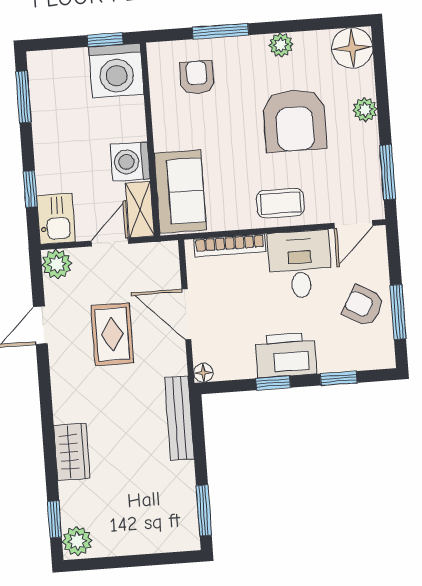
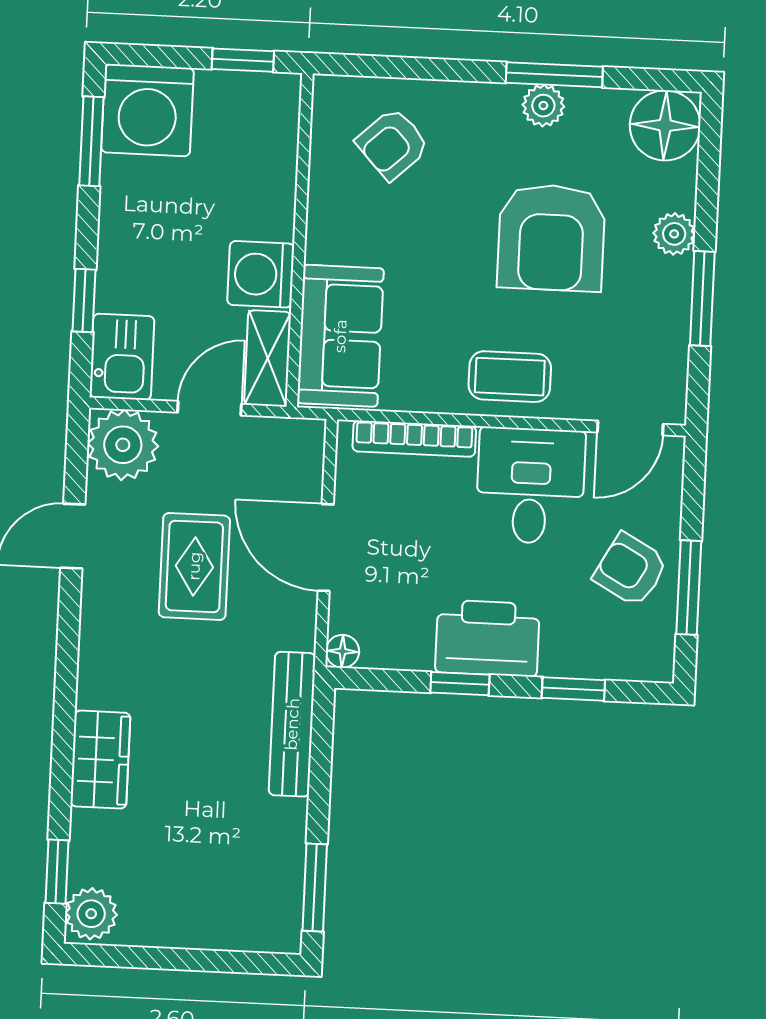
window: (220, 31) -> (554, 75), moved
washing machine: (116, 71) -> (147, 110), moved
armchair: (197, 78) -> (393, 144), turned -133
window: (388, 172) -> (702, 298), moved
plant: (57, 264) -> (123, 445), width x1.36, depth x1.36

